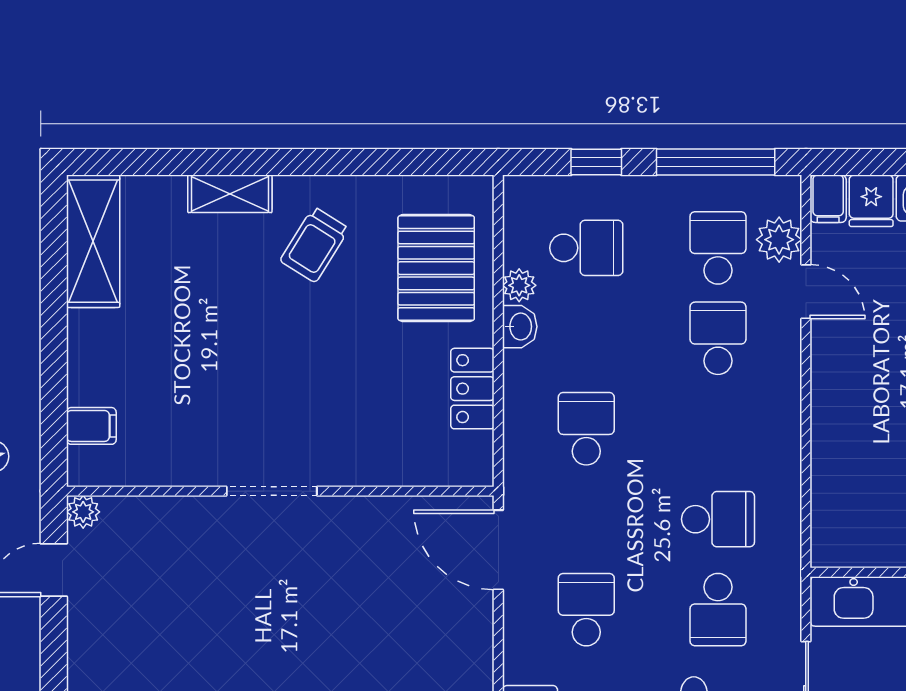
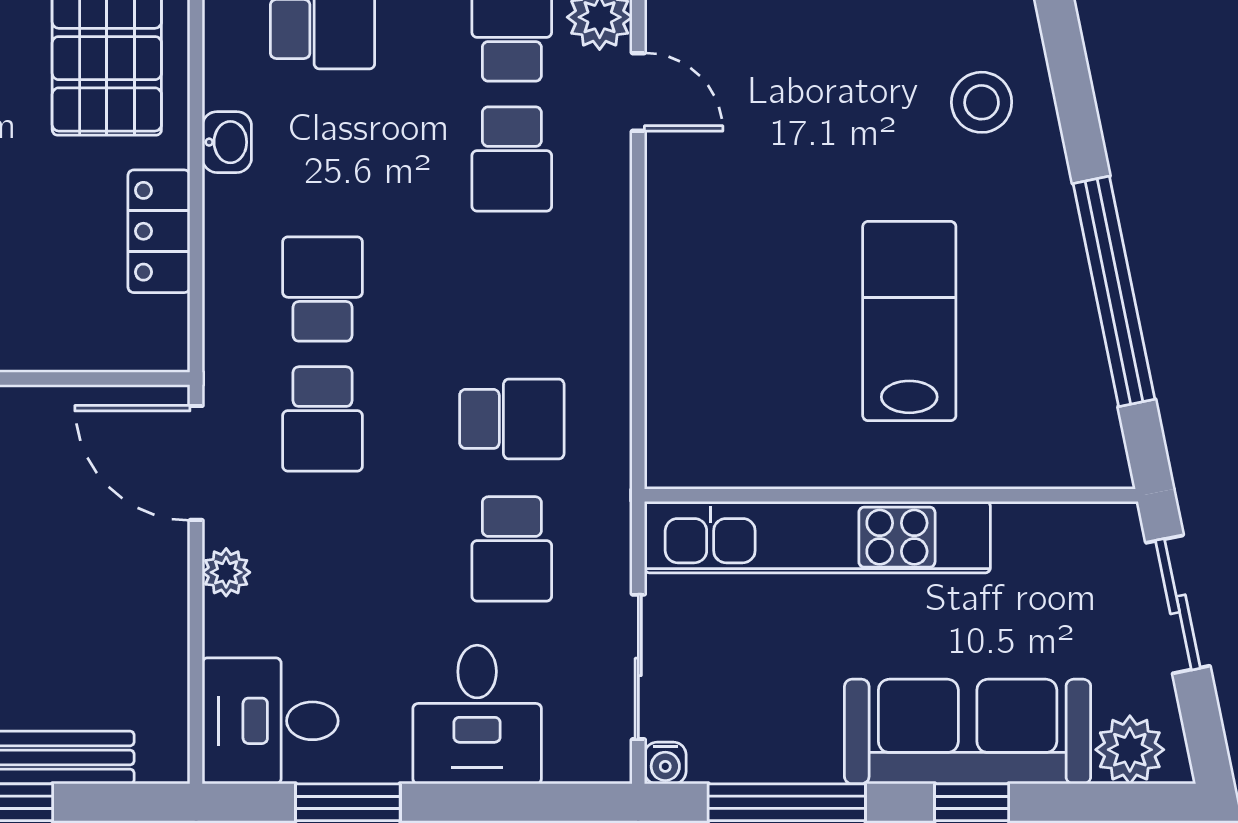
plant: (519, 285) -> (226, 572), moved
school desk: (718, 338) -> (512, 159), turned 180
school desk: (586, 610) -> (323, 419), moved, turned 180

